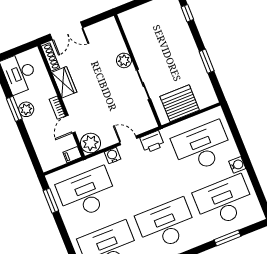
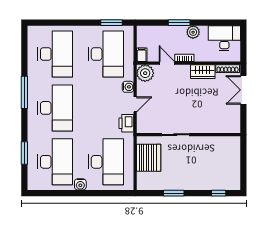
plant: (124, 60) -> (201, 127), removed
window: (14, 109) -> (179, 23), moved

